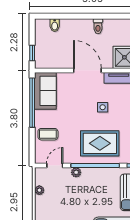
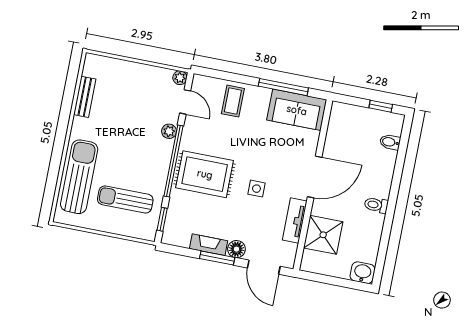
window: (32, 53) -> (381, 106), moved
window: (32, 103) -> (283, 87), width x0.68
rug: (100, 143) -> (205, 174), turned 90
plant: (39, 190) -> (180, 78), moved

